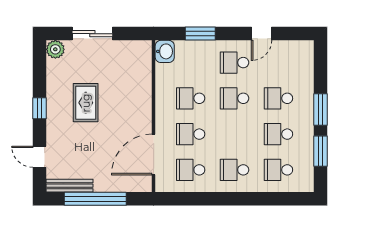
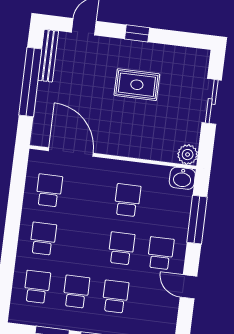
window: (200, 34) -> (197, 220), width x1.44
plant: (55, 49) -> (188, 155), moved
school desk: (191, 134) -> (88, 195), removed

